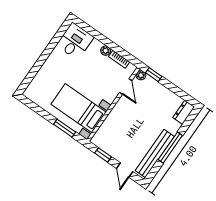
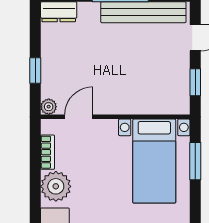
plant: (106, 51) -> (56, 186), width x1.88, depth x1.88
window: (154, 75) -> (35, 71), moved

